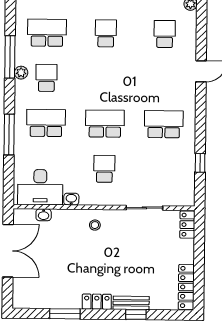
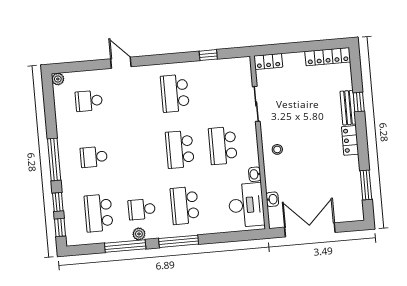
window: (9, 134) -> (179, 241), moved
school desk: (104, 169) -> (223, 146), width x1.85
window: (65, 314) -> (366, 185), moved

